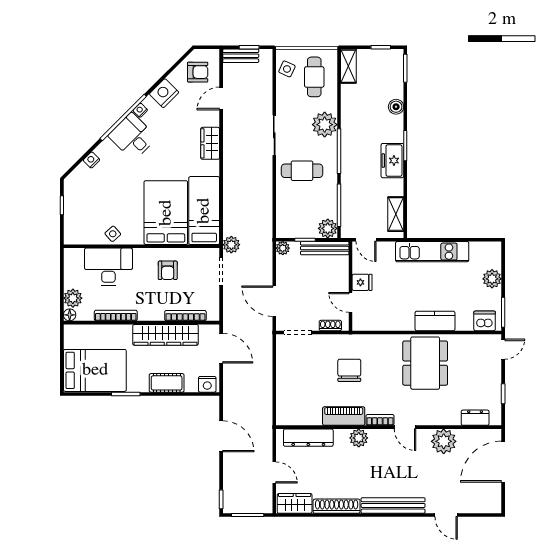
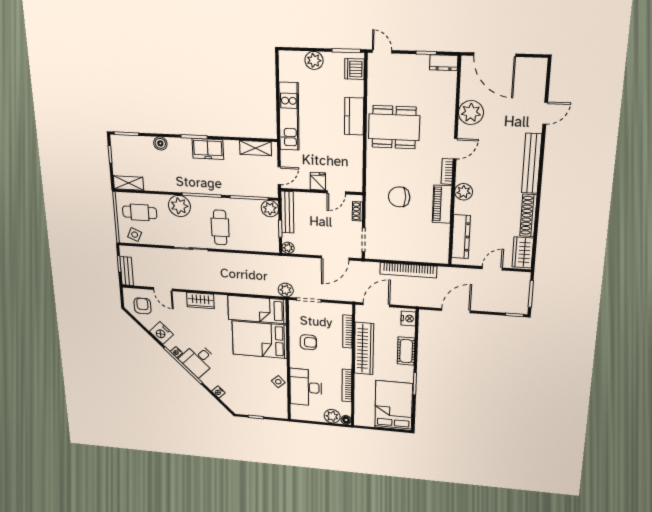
bookcase: (266, 383) -> (408, 270), added
dresser: (475, 418) -> (444, 63), moved, turned -90

